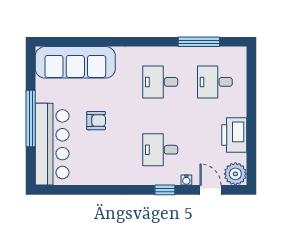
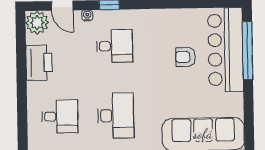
desk: (160, 82) -> (116, 116), width x1.37
window: (31, 119) -> (248, 51), moved
armchair: (96, 121) -> (186, 57), moved

